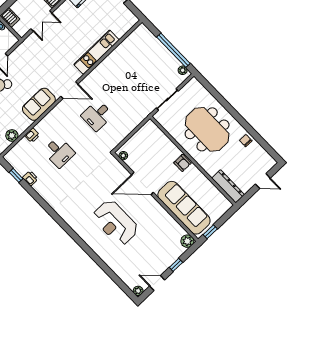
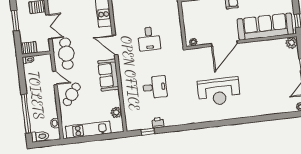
cafe table: (30, 54) -> (66, 54), added
door: (69, 90) -> (115, 45), swing flipped
printer: (32, 135) -> (127, 97), removed
reception desk: (115, 223) -> (219, 92), moved

